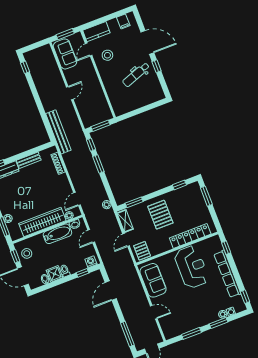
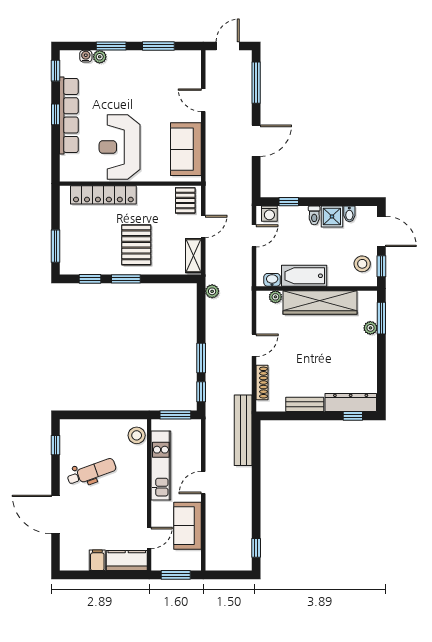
filing cabinet: (123, 21) -> (97, 560), moved
sofa: (65, 54) -> (188, 526), moved
stool: (107, 55) -> (137, 435), moved
window: (156, 66) -> (56, 445), moved
kitchen unit: (98, 94) -> (161, 466), added
door: (77, 199) -> (254, 345), moved
window: (134, 202) -> (126, 279), moved
door: (91, 236) -> (254, 236), moved
window: (226, 248) -> (56, 114), moved
door: (111, 291) -> (256, 141), moved

